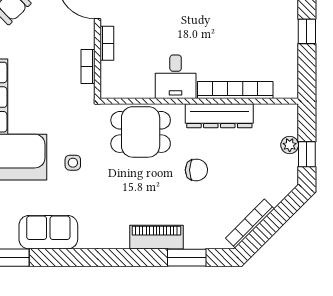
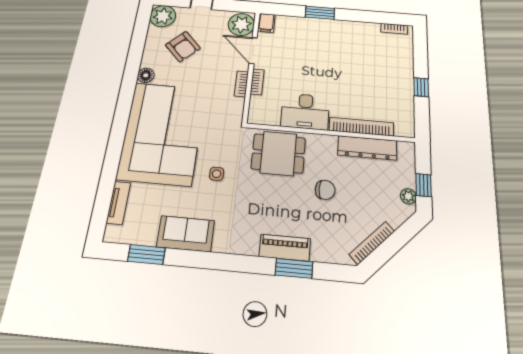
bookcase: (88, 67) -> (241, 84), moved
desk: (176, 77) -> (305, 111), width x1.37
dresser: (219, 116) -> (367, 148), moved
plant: (290, 145) -> (408, 196), moved
window: (187, 258) -> (294, 268), moved

